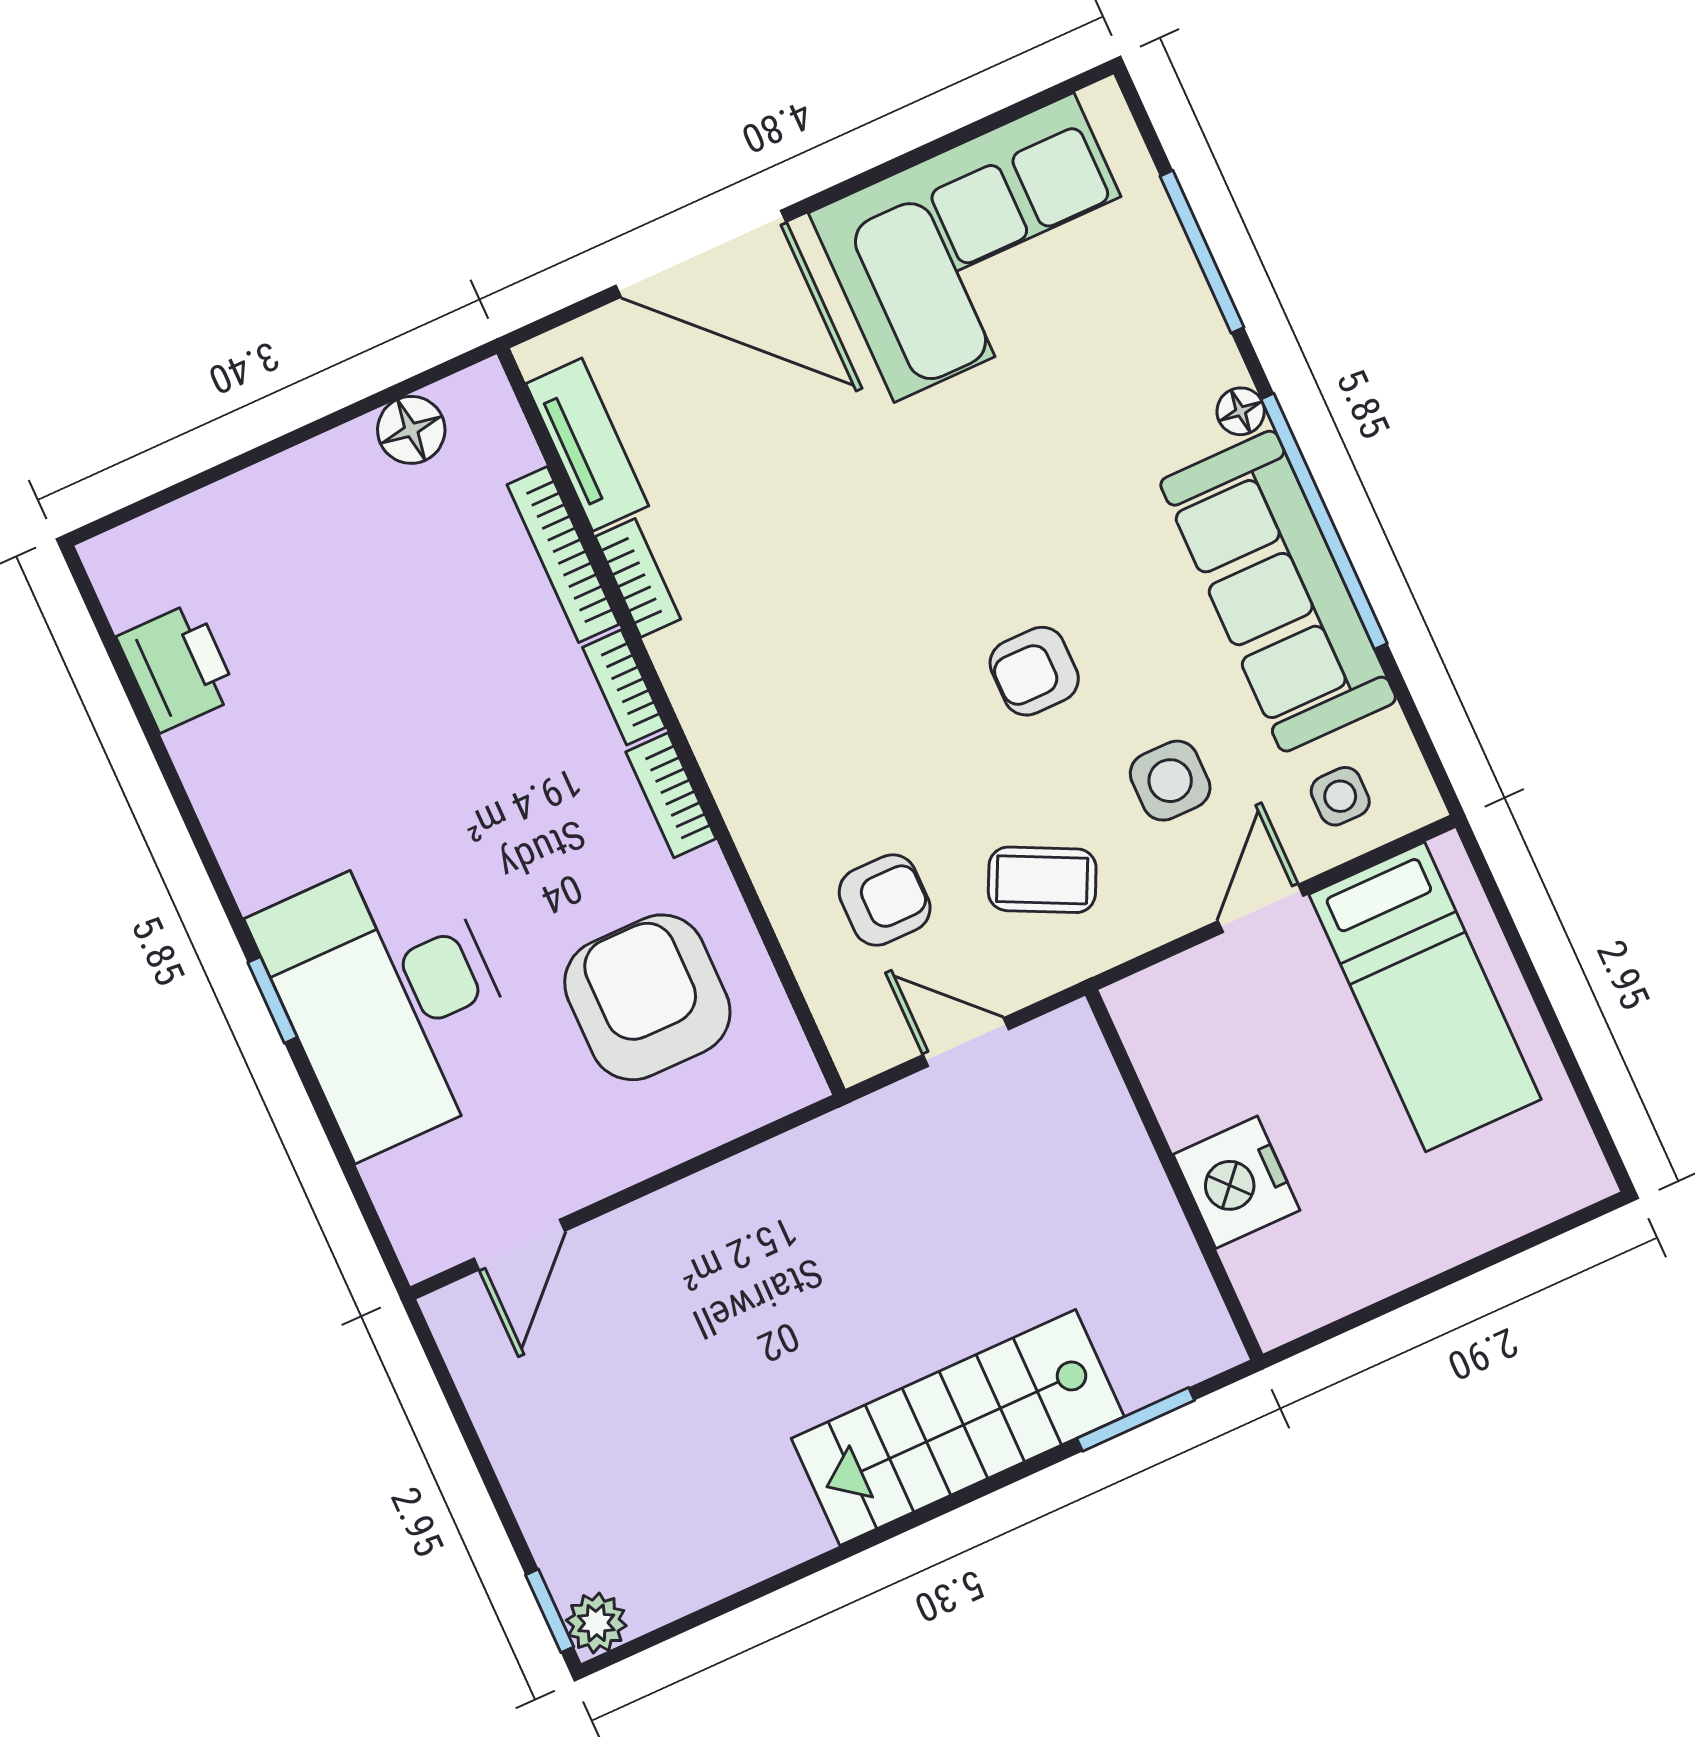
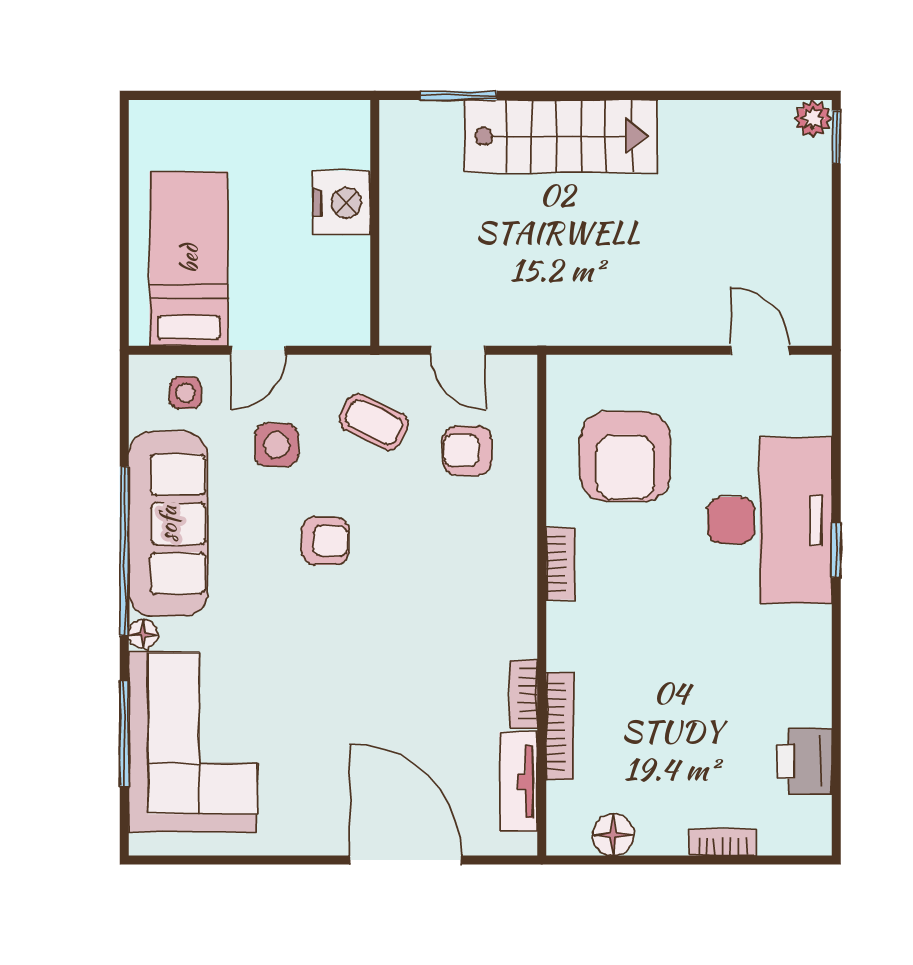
corner sofa: (984, 247) -> (193, 742), moved, turned 90
bookcase: (624, 687) -> (723, 842), moved, turned -90
door: (519, 1245) -> (760, 350), hinge flipped

